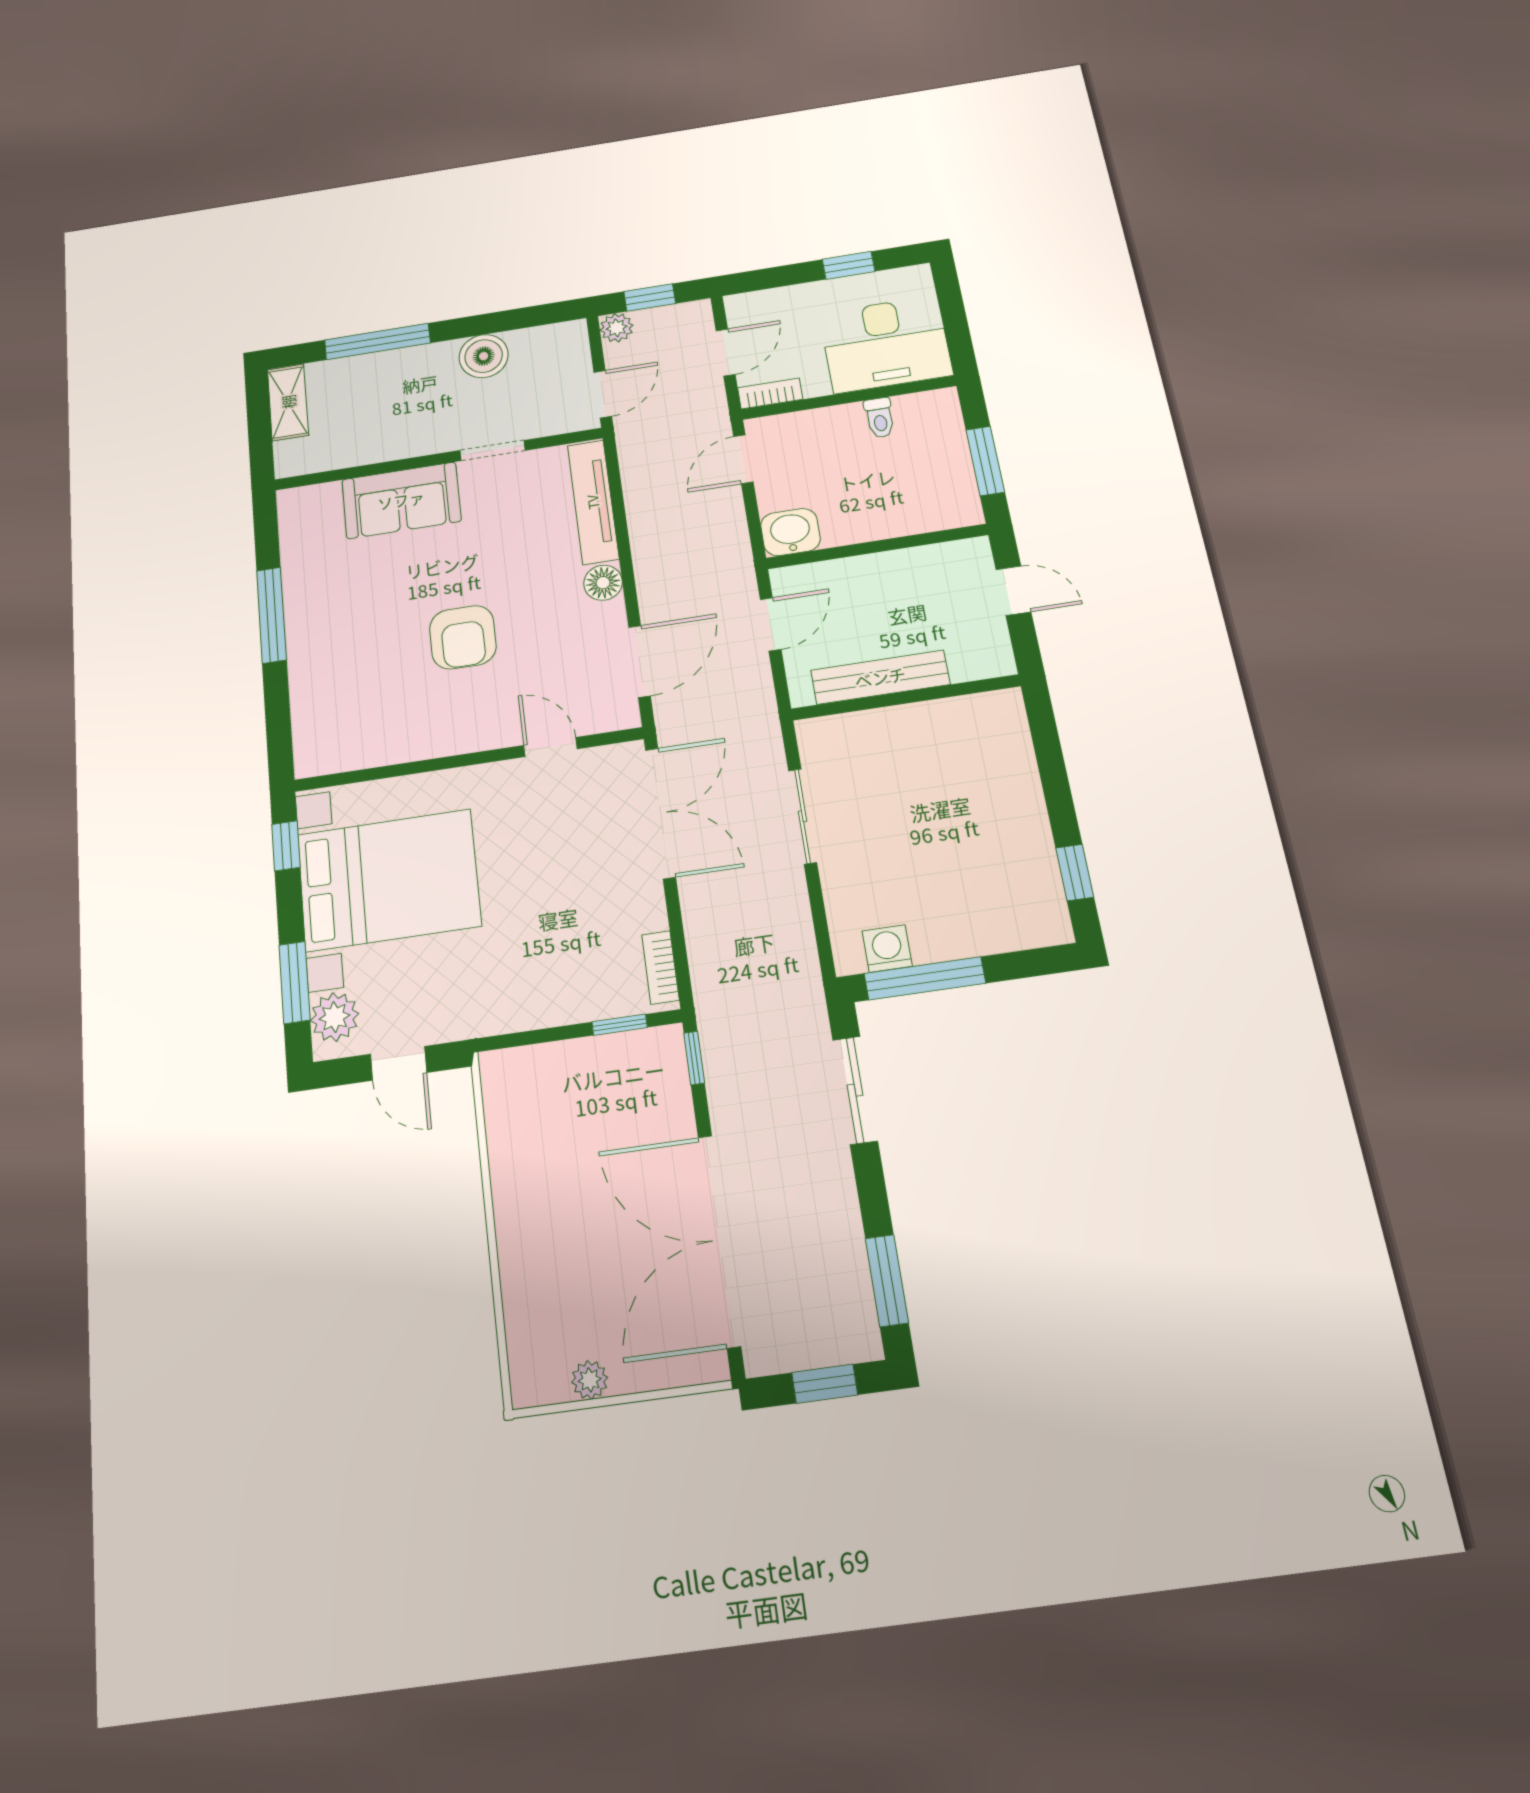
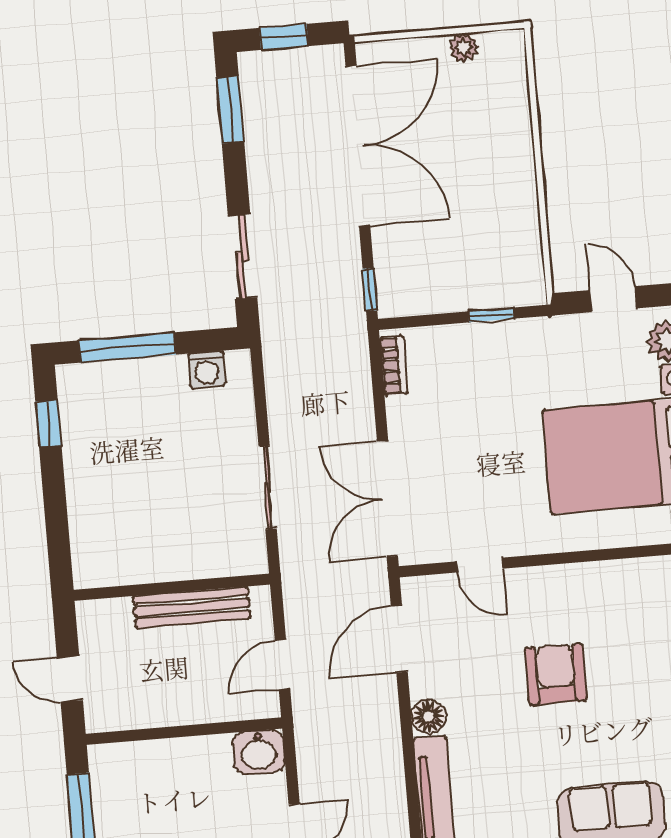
window: (925, 978) -> (127, 347), moved
window: (620, 1025) -> (491, 315), moved

